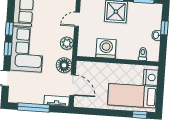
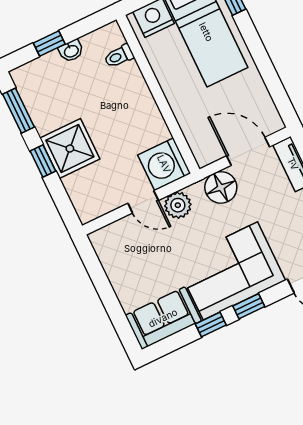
door: (77, 19) -> (143, 202), moved
washing machine: (106, 48) -> (164, 164), moved
door: (73, 85) -> (248, 151), hinge flipped

